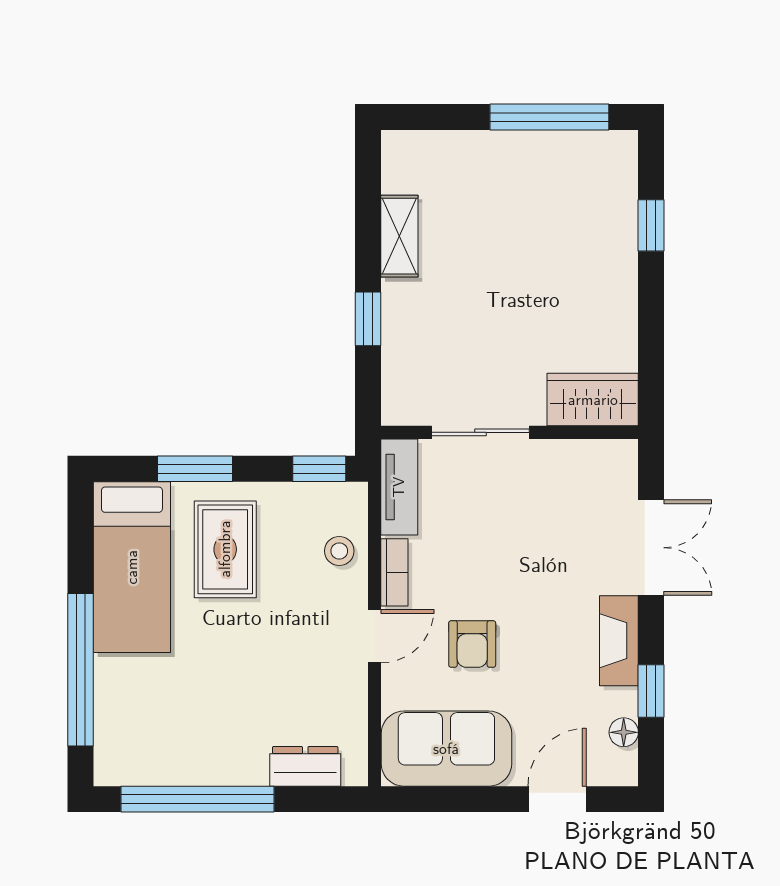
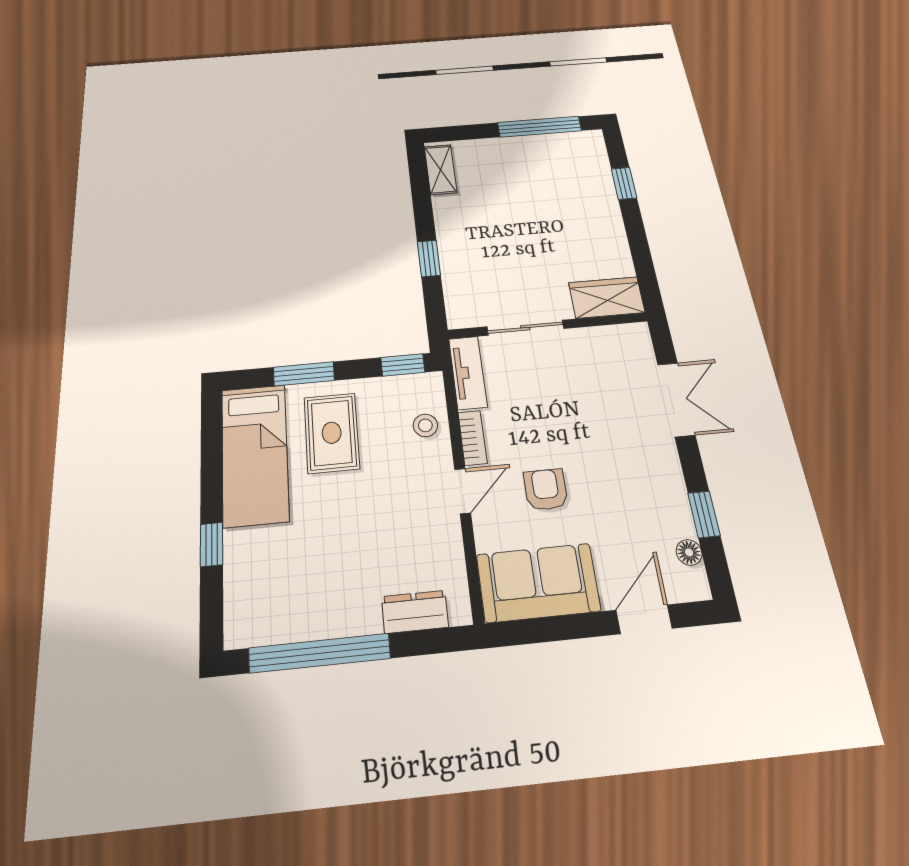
shelving: (399, 236) -> (441, 170), moved
fireplace: (619, 641) -> (667, 475), removed
armchair: (472, 644) -> (546, 490), turned 180
window: (81, 670) -> (212, 544), width x0.32

